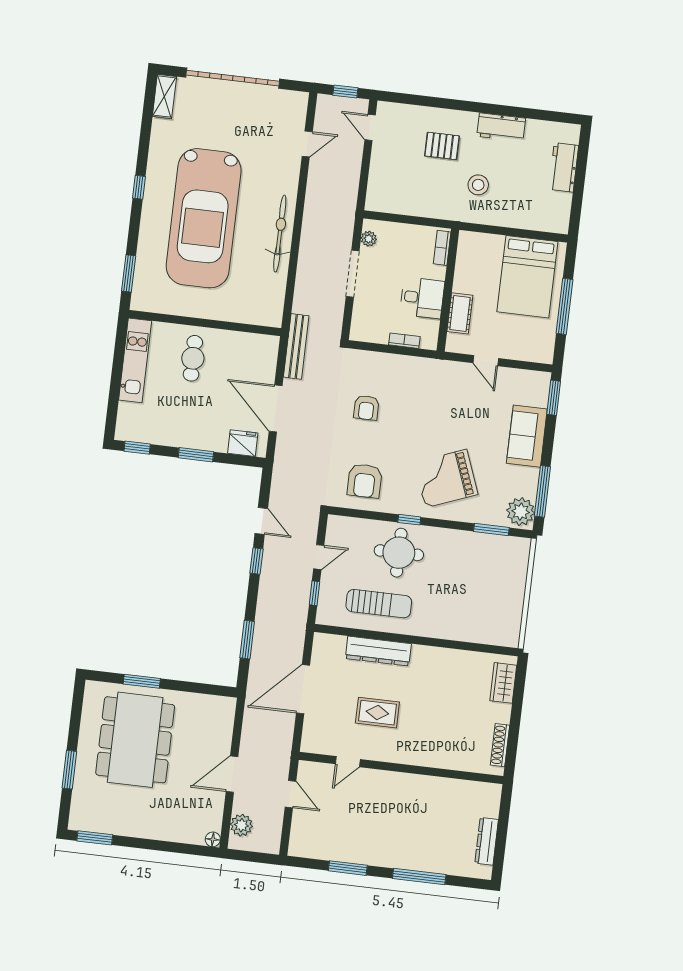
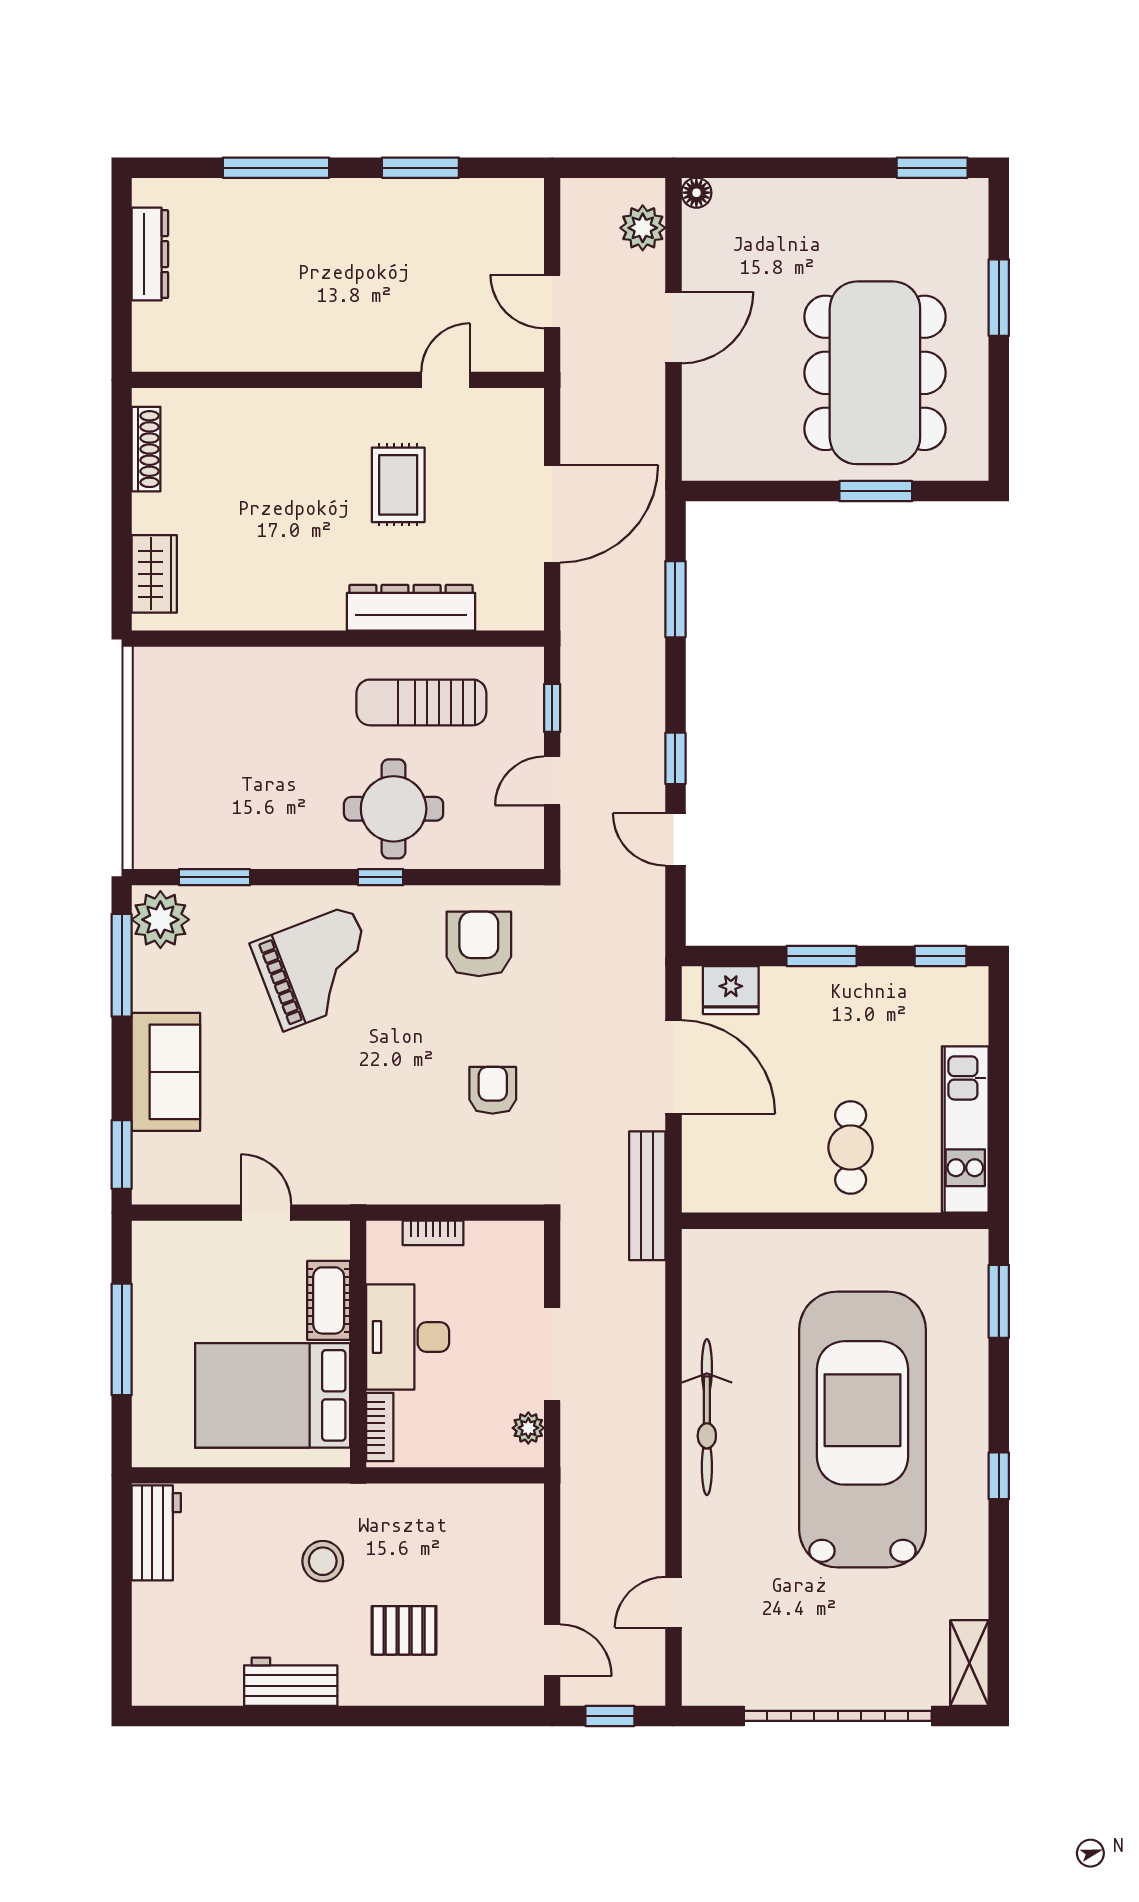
workbench: (564, 167) -> (156, 1533), moved
bed: (527, 277) -> (273, 1395), moved, turned -90
desk: (422, 298) -> (408, 1337), width x1.37
rug: (377, 713) -> (398, 485), turned 90

